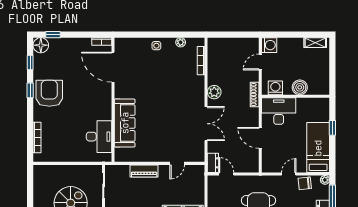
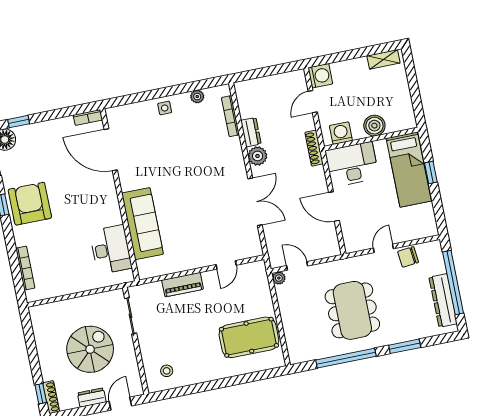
bed: (318, 148) -> (409, 170), moved, turned 180
dresser: (213, 163) -> (251, 132), moved
plant: (325, 180) -> (279, 278), moved

